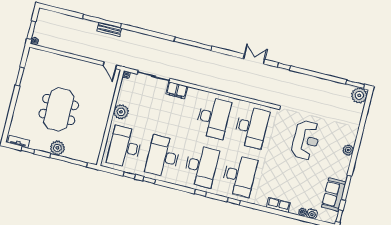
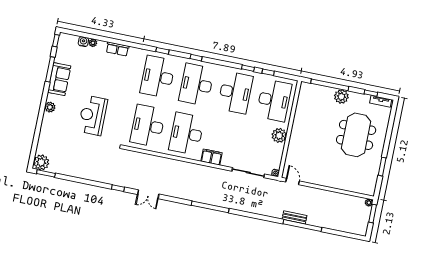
filing cabinet: (177, 90) -> (211, 157), moved
meeting table: (59, 109) -> (356, 135), moved
sofa: (334, 194) -> (59, 79), moved

